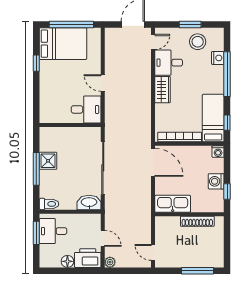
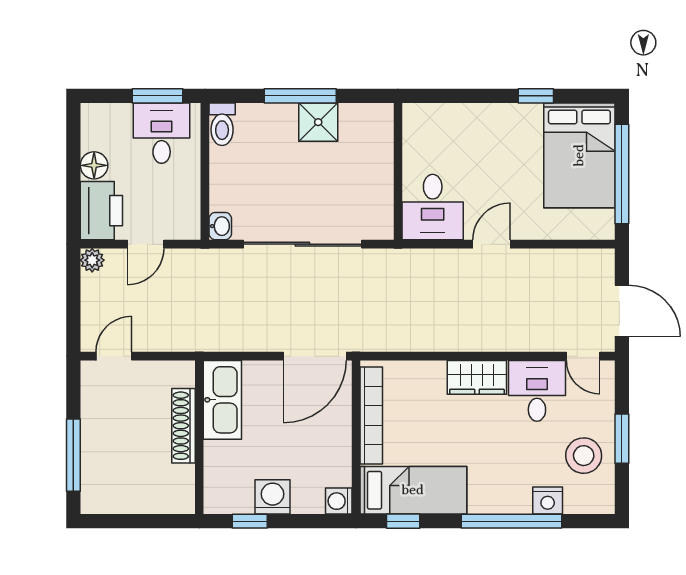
washbasin: (89, 202) -> (220, 226), width x0.52, depth x0.69
shoe rack: (197, 221) -> (184, 426), moved

